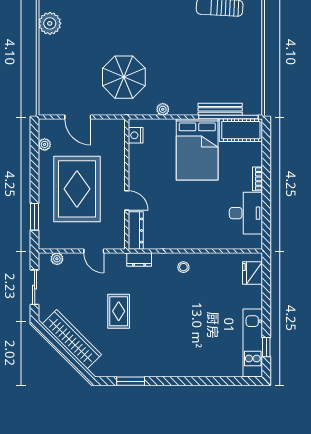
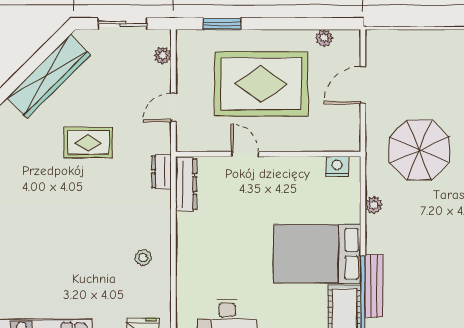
door: (127, 200) -> (245, 154), swing flipped
dresser: (136, 230) -> (186, 184), moved, turned -90
stool: (183, 267) -> (143, 258), moved

